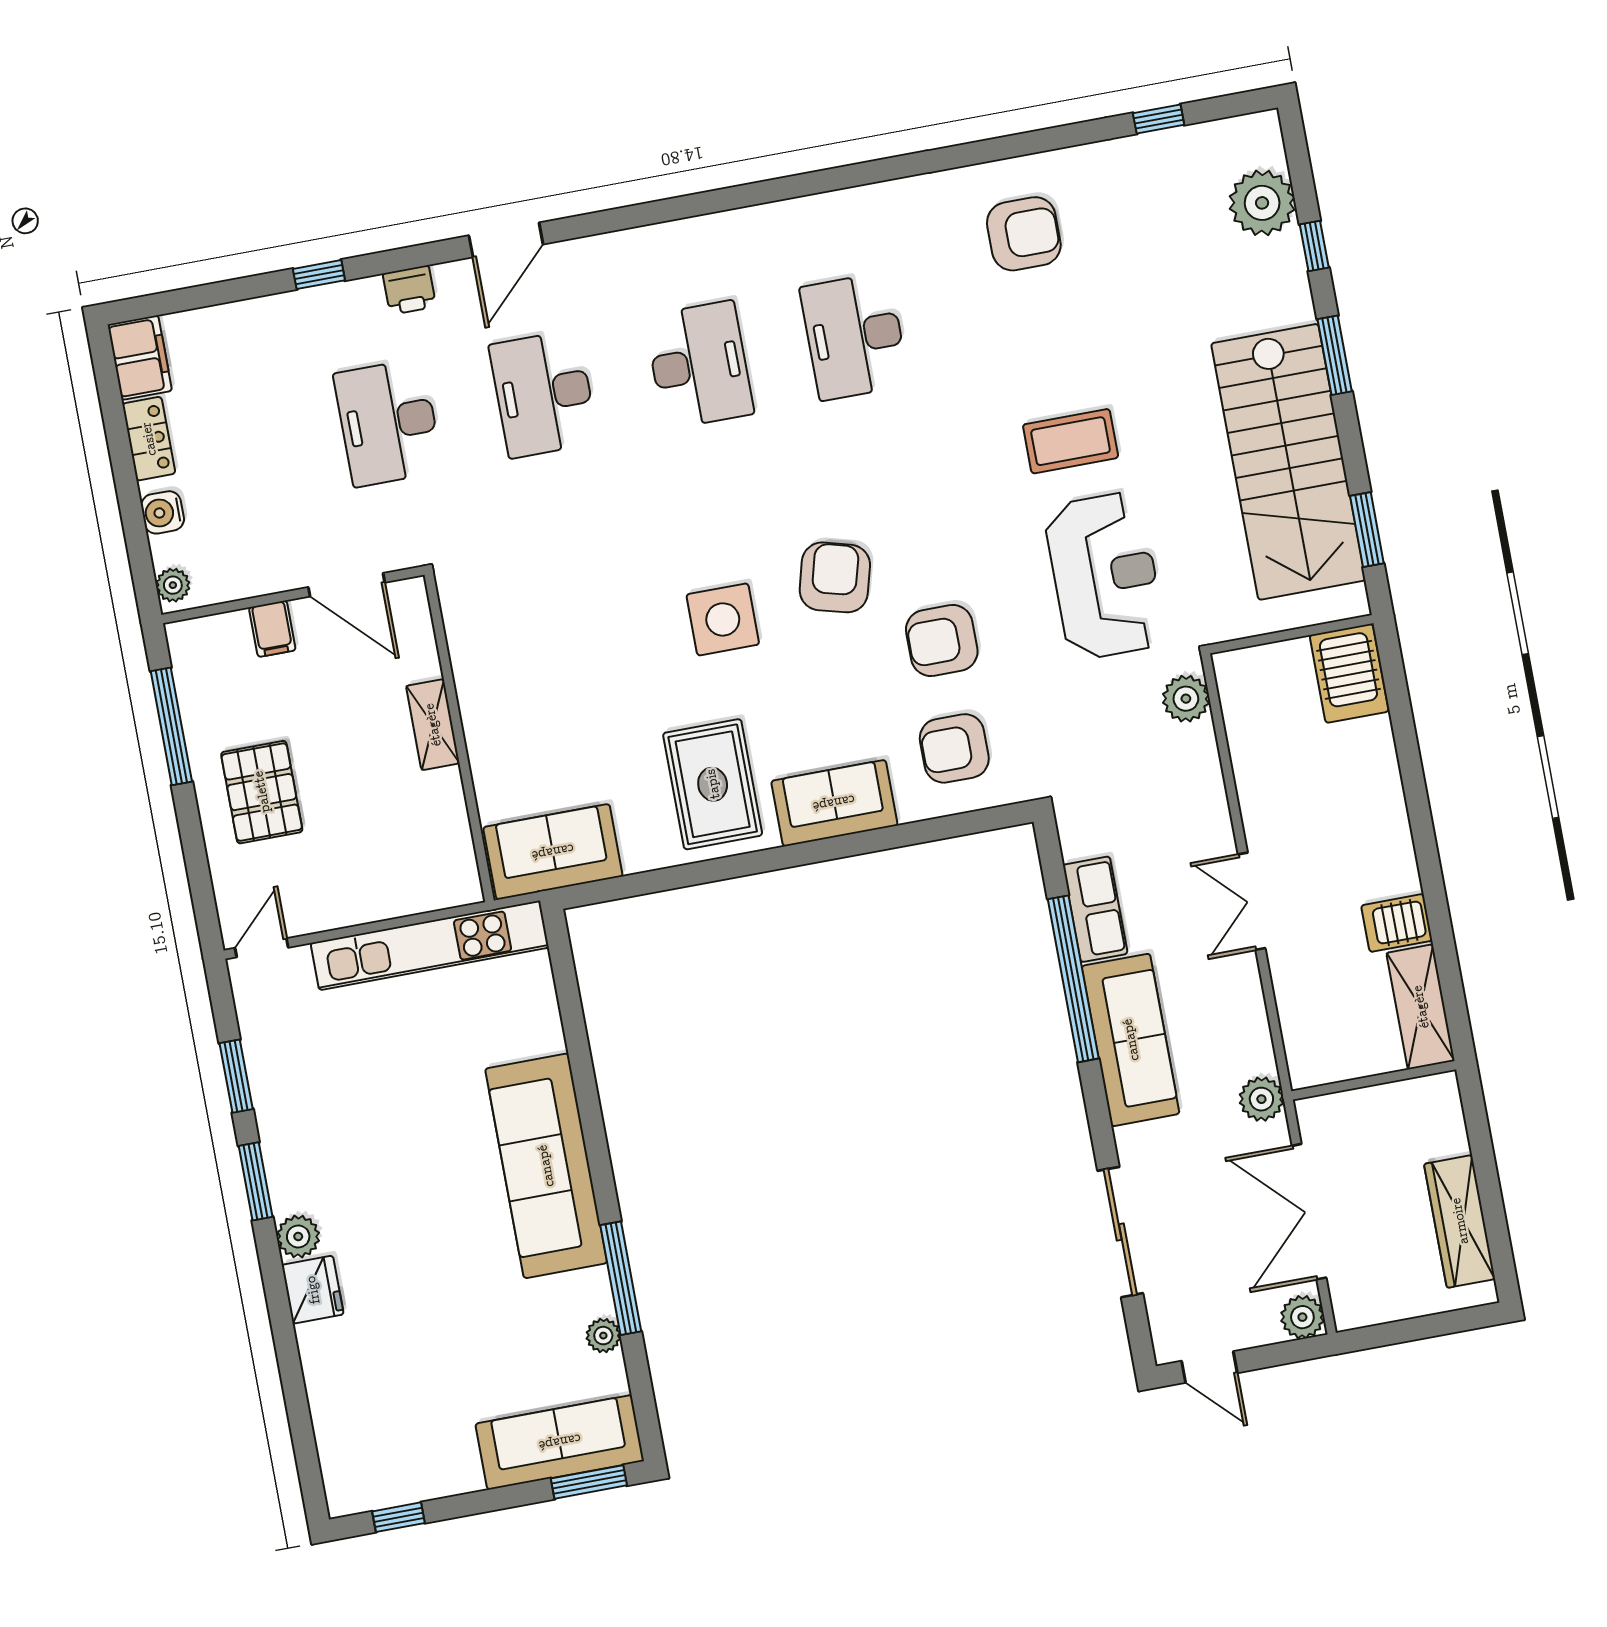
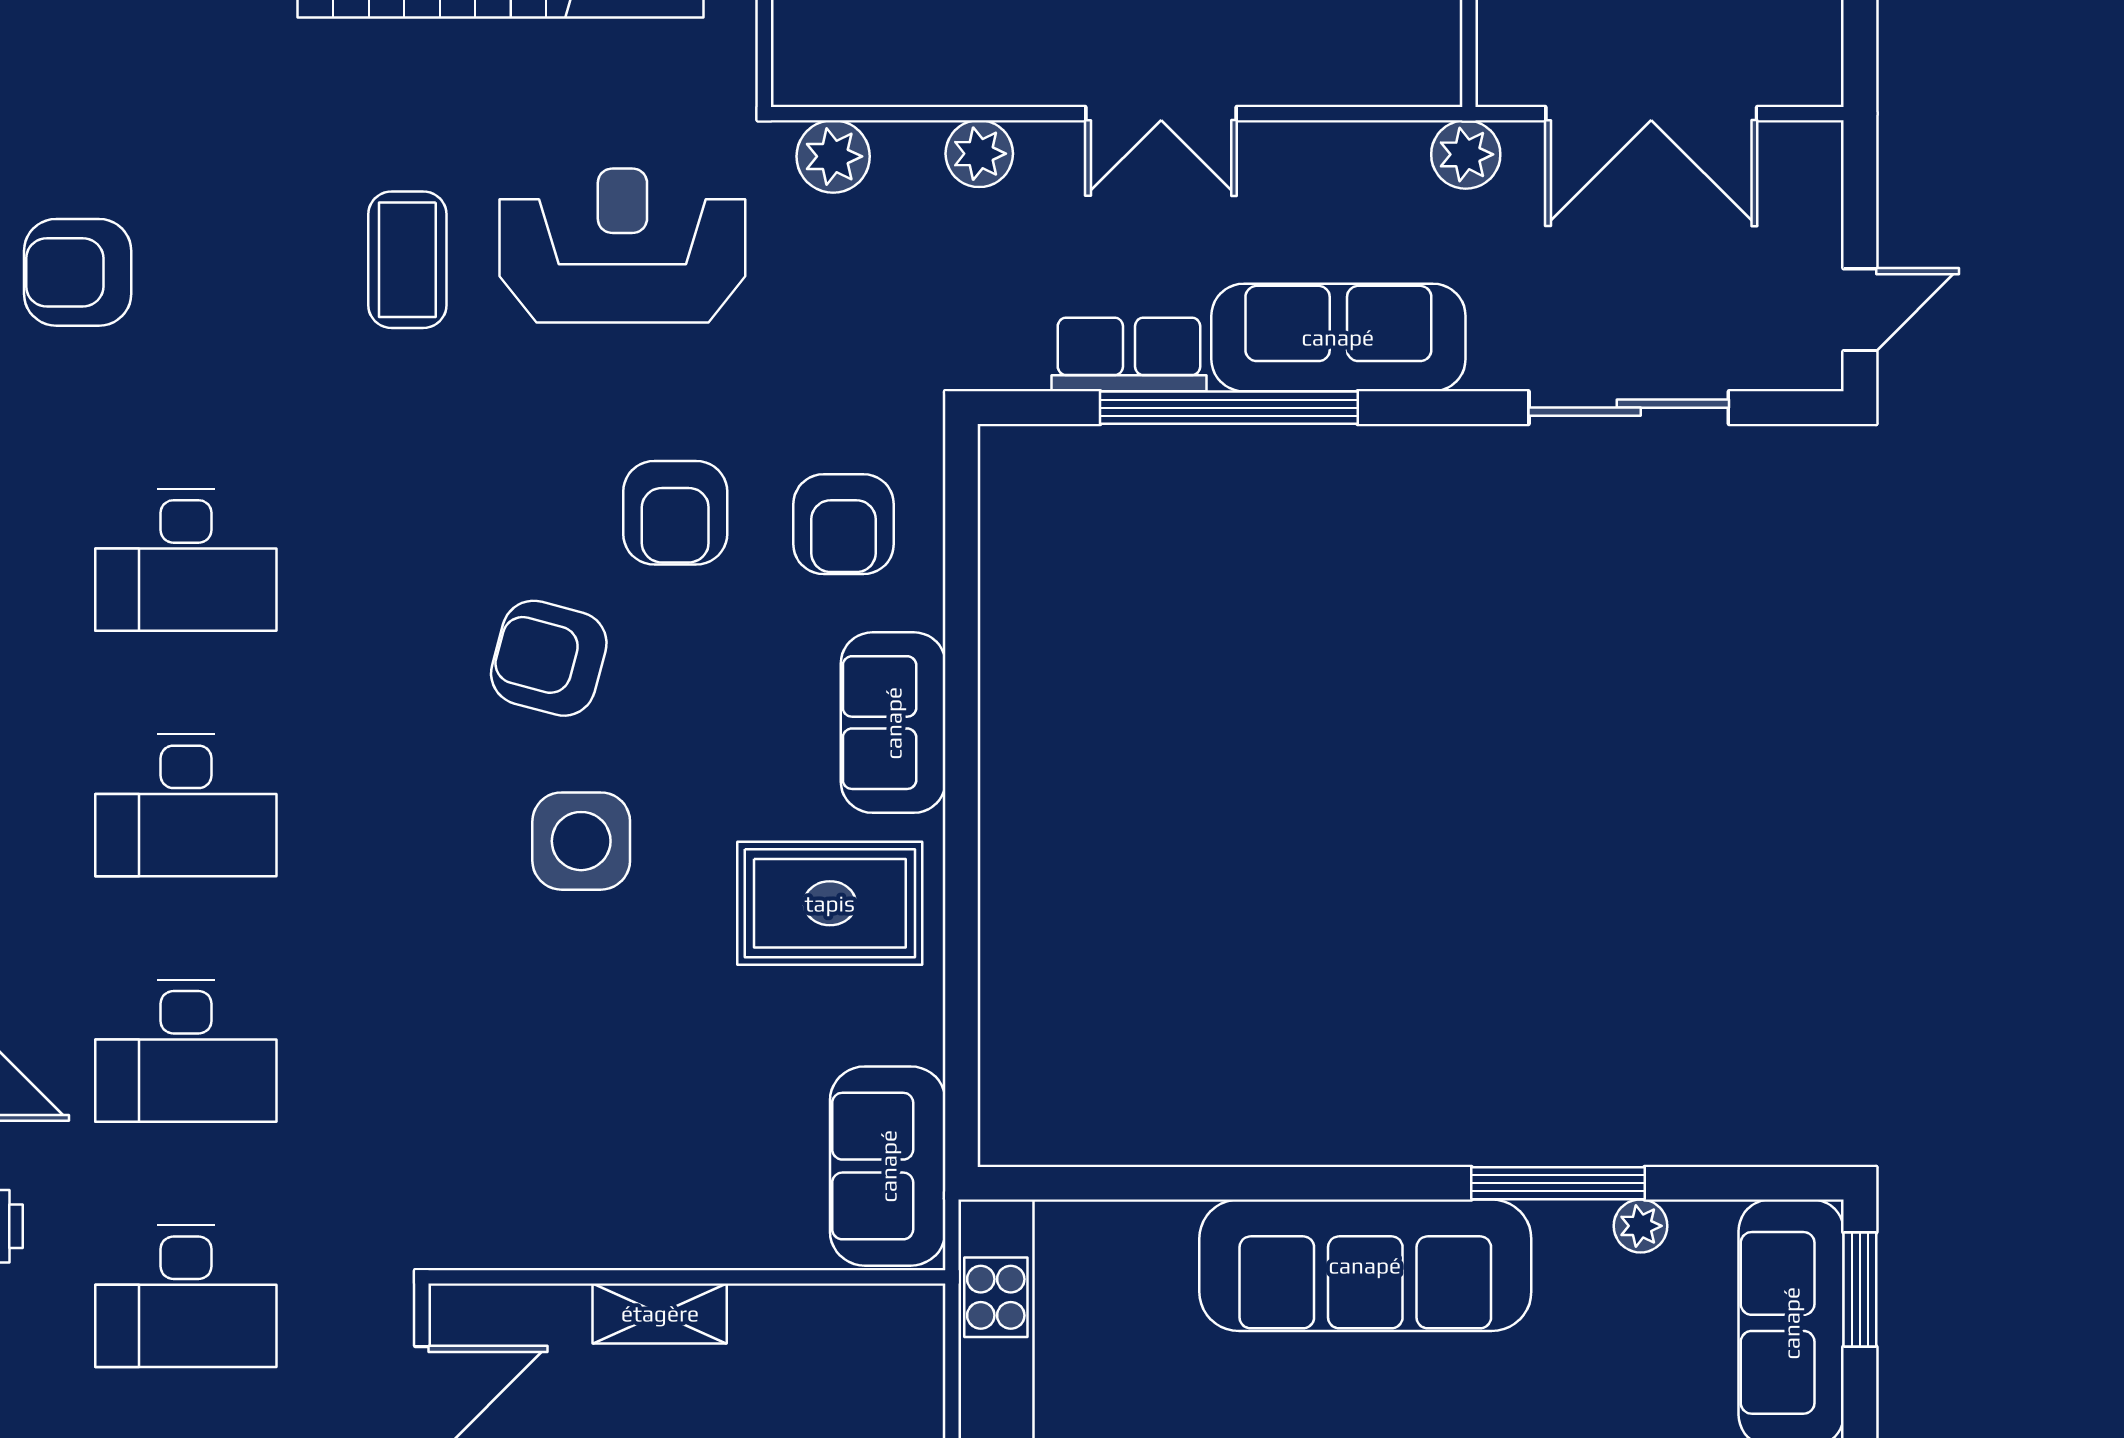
armchair: (1024, 234) -> (78, 272), turned -90
desk: (699, 365) -> (186, 805), turned 180
plant: (1302, 1317) -> (979, 154), moved

